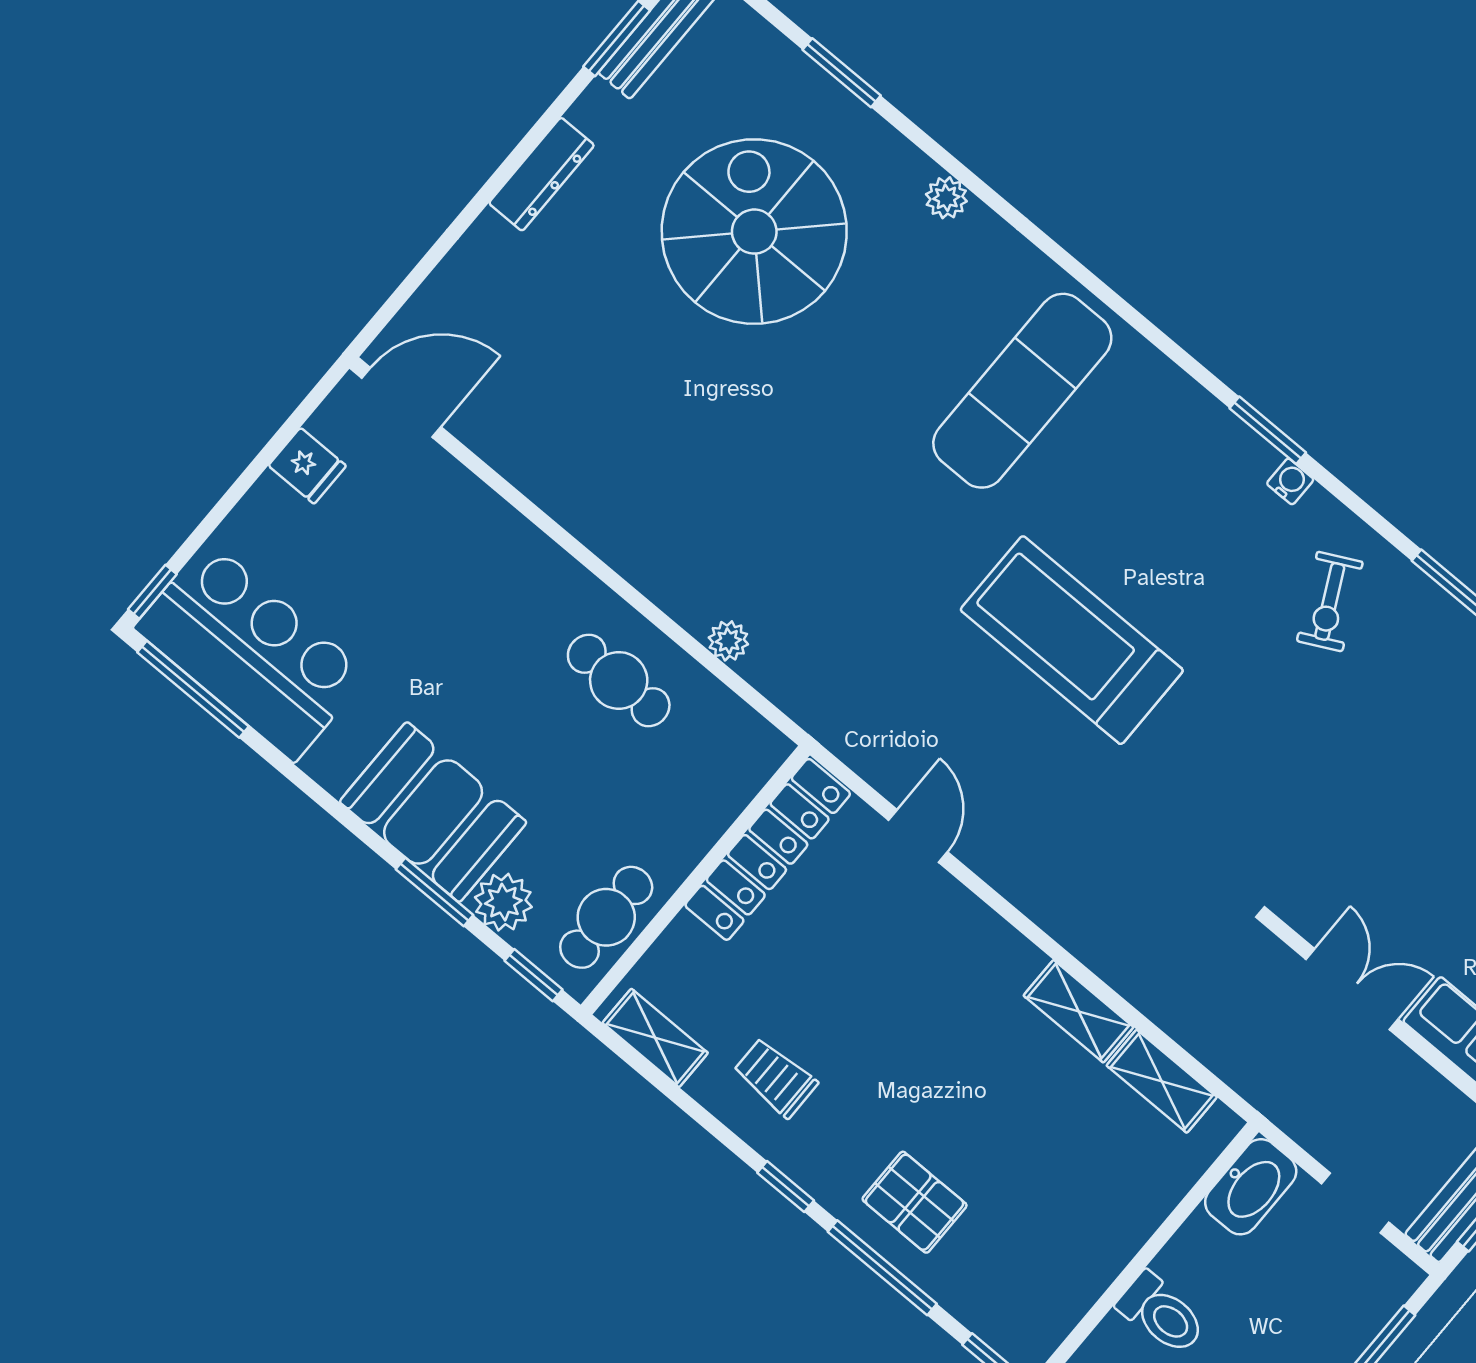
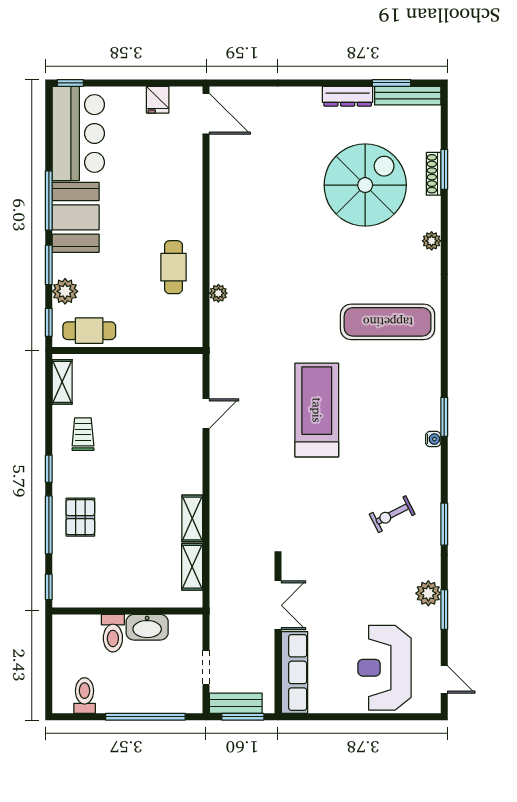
shoe rack: (834, 97) -> (434, 174), added
dresser: (542, 174) -> (348, 96), moved
exercise bike: (1330, 602) -> (392, 514), moved
window: (193, 689) -> (49, 200), moved
booth: (433, 812) -> (76, 217), moved
locker: (768, 849) -> (159, 366), removed
washbasin: (1251, 1187) -> (147, 627), moved

